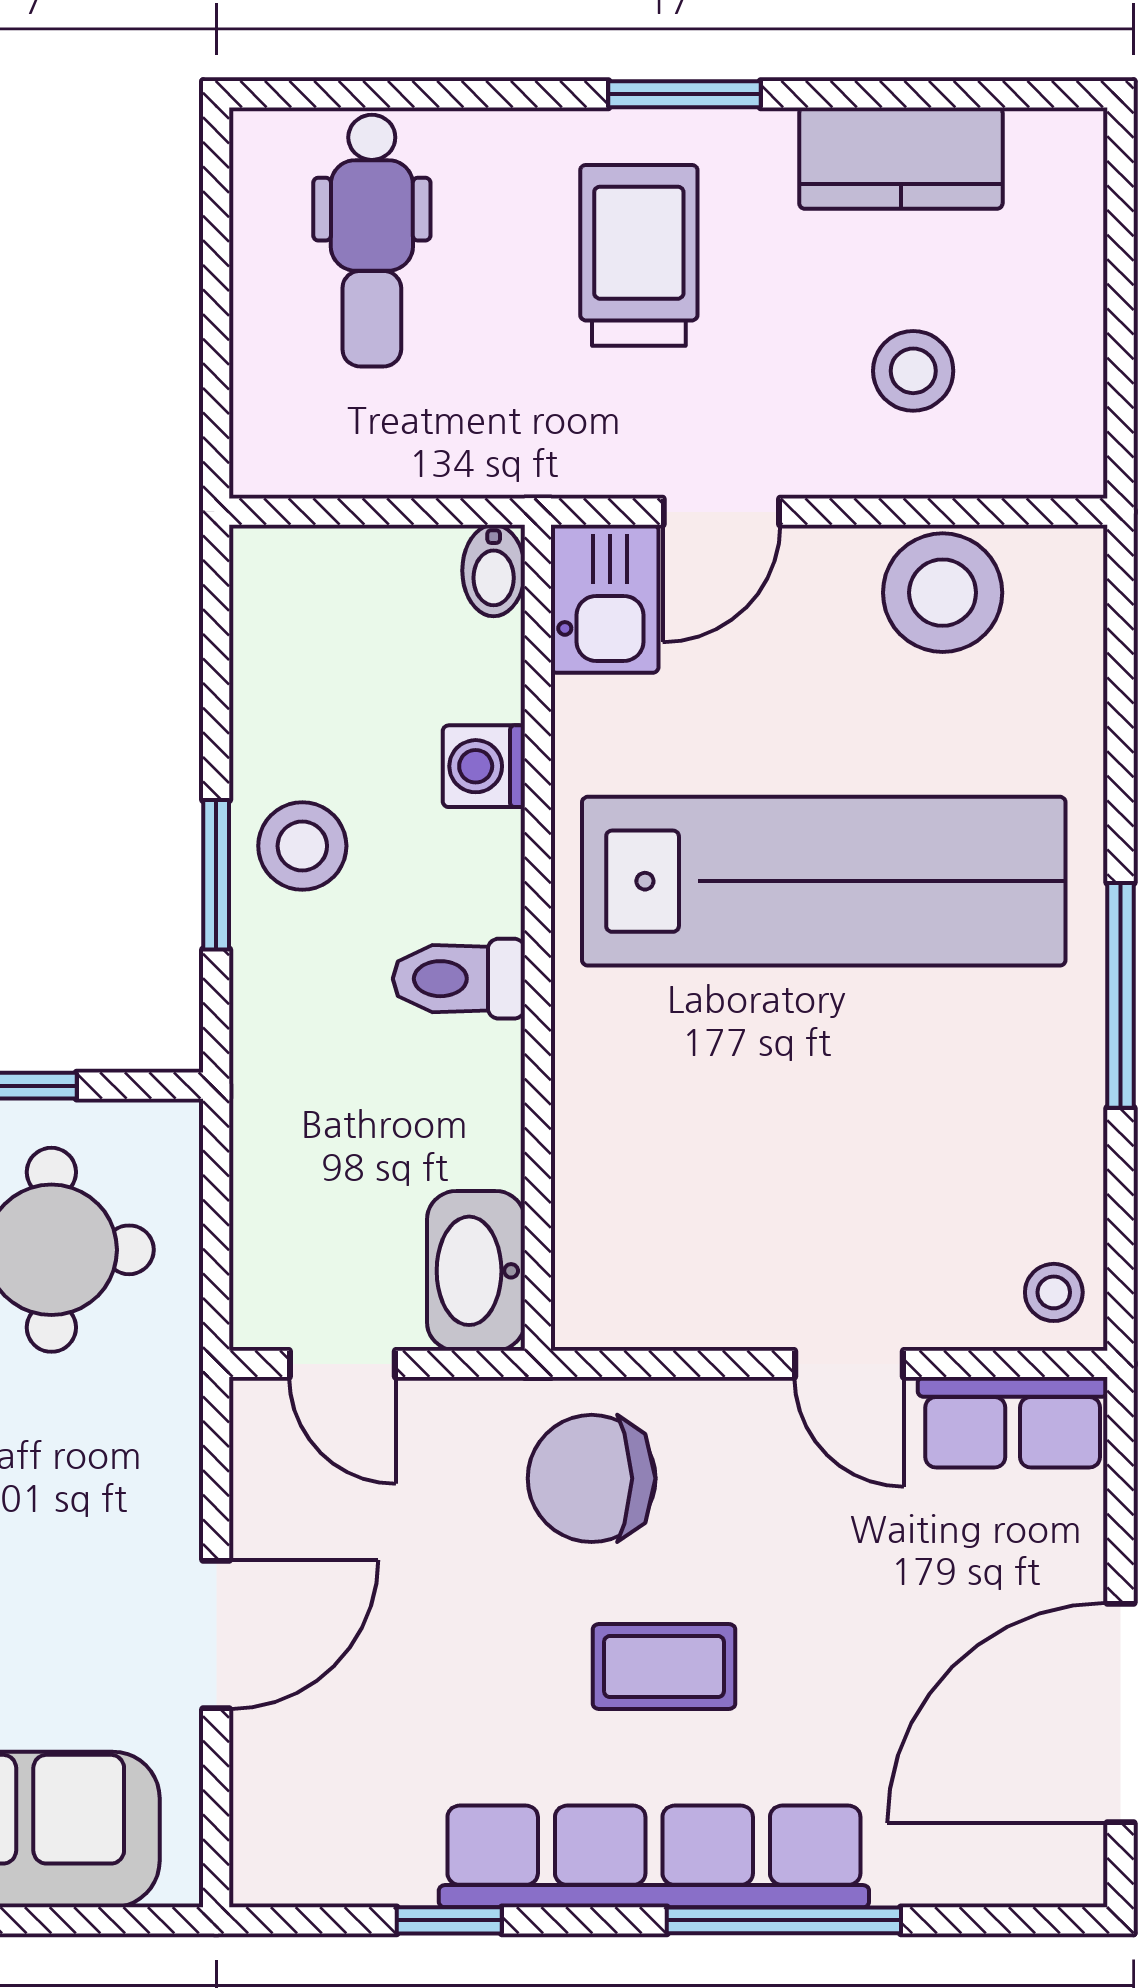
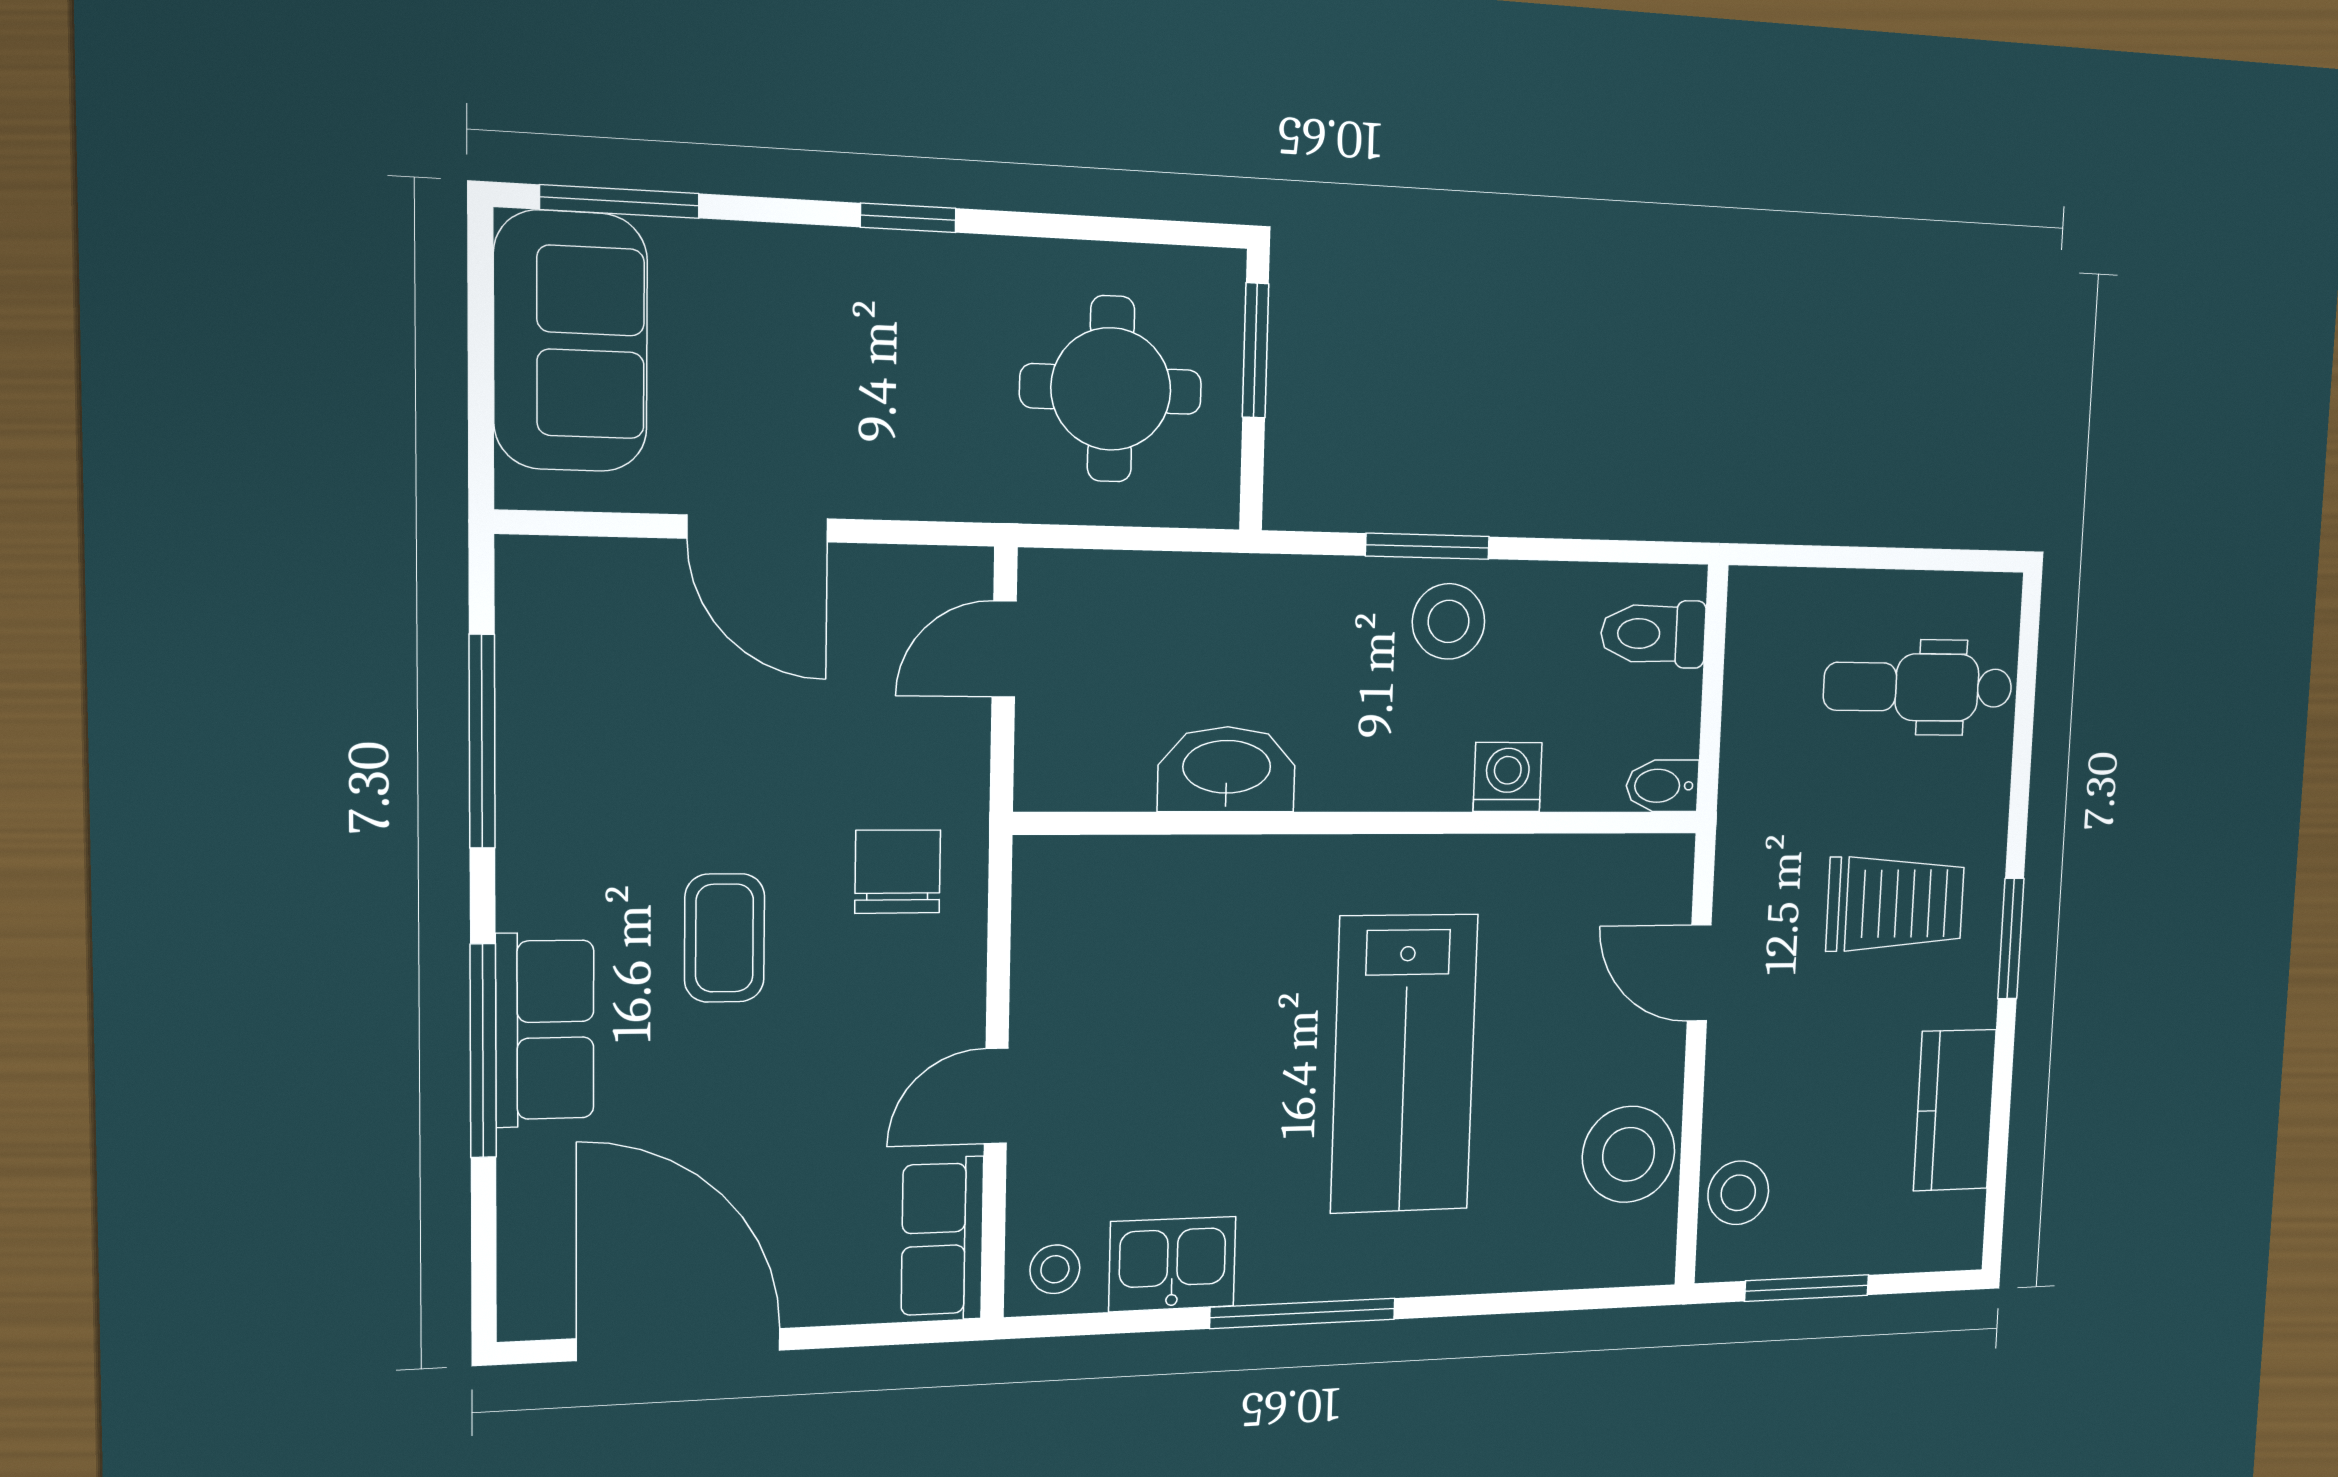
window: (1120, 348) -> (1807, 1288), added
stool: (913, 371) -> (1738, 1193), moved
kitchen sink: (605, 599) -> (1172, 1264), moved, turned 180
lab bench: (824, 881) -> (1404, 1064), width x0.73
toilet: (459, 979) -> (1653, 634), moved, turned -90
washbasin: (476, 1271) -> (1227, 769), moved
chair: (592, 1478) -> (898, 872), width x0.73, depth x0.73
row of seats: (654, 1856) -> (545, 1030), width x0.50
window: (449, 1920) -> (482, 742), width x2.17

